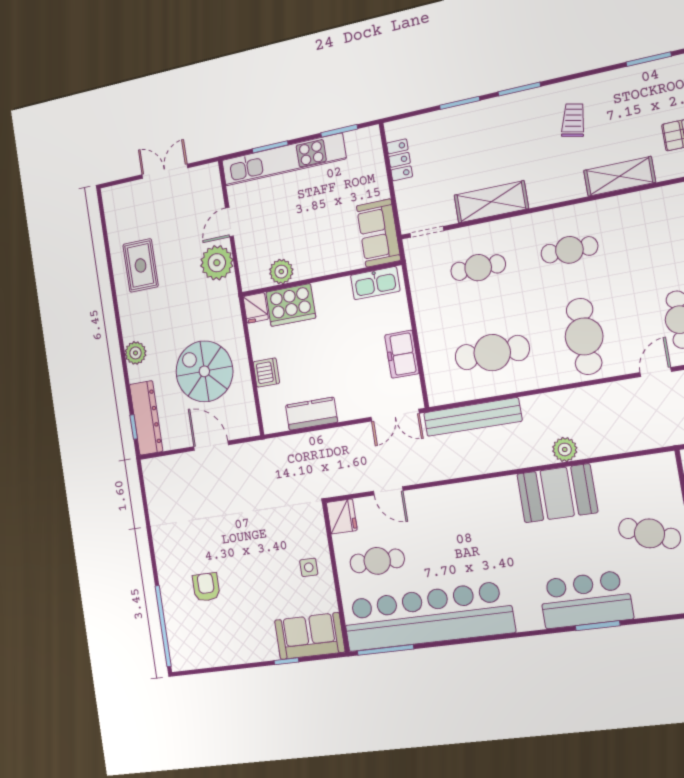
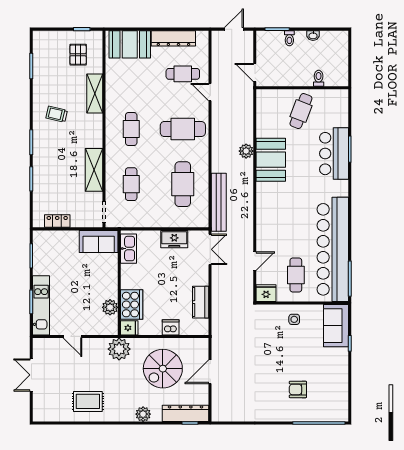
kitchen unit: (283, 160) -> (41, 305), width x0.73
plant: (217, 263) -> (119, 349), moved

